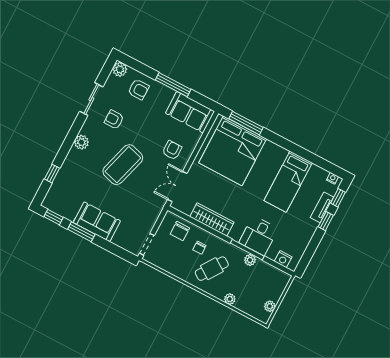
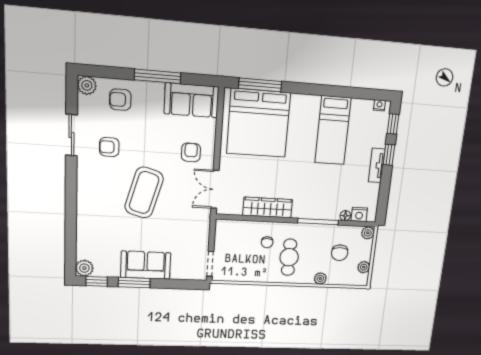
armchair: (139, 89) -> (120, 100), turned 180
plant: (81, 142) -> (84, 268), moved
window: (52, 174) -> (71, 237), removed
tv unit: (322, 207) -> (377, 165), moved
chair: (180, 231) -> (340, 253), moved
desk: (259, 236) -> (324, 202), removed
floor lamp: (271, 255) -> (345, 216), added
plant: (250, 260) -> (368, 233), moved
cafe table: (212, 269) -> (289, 257), turned -34

